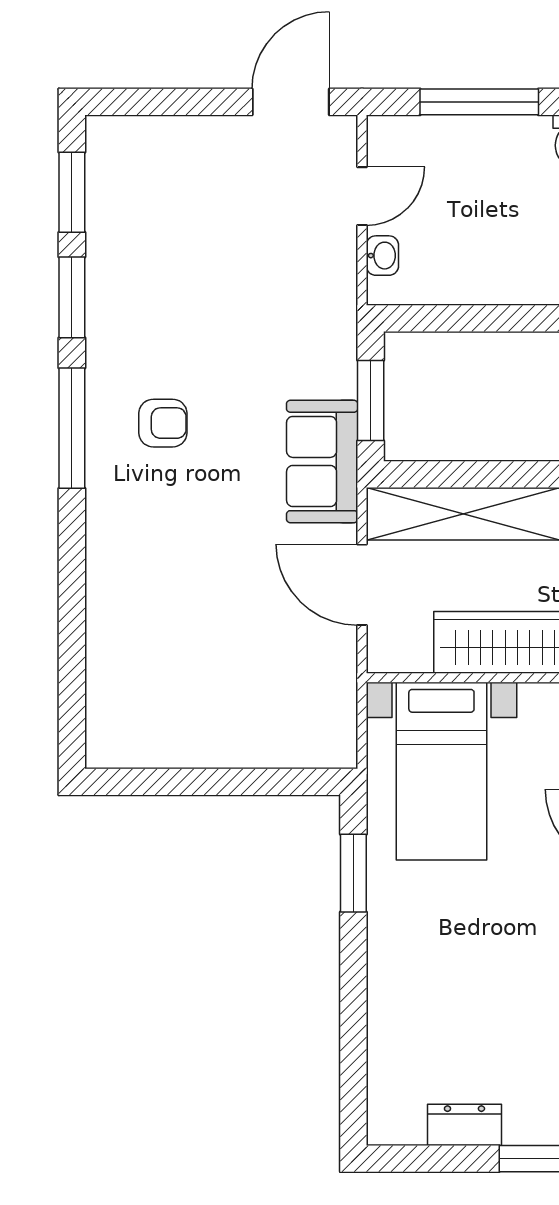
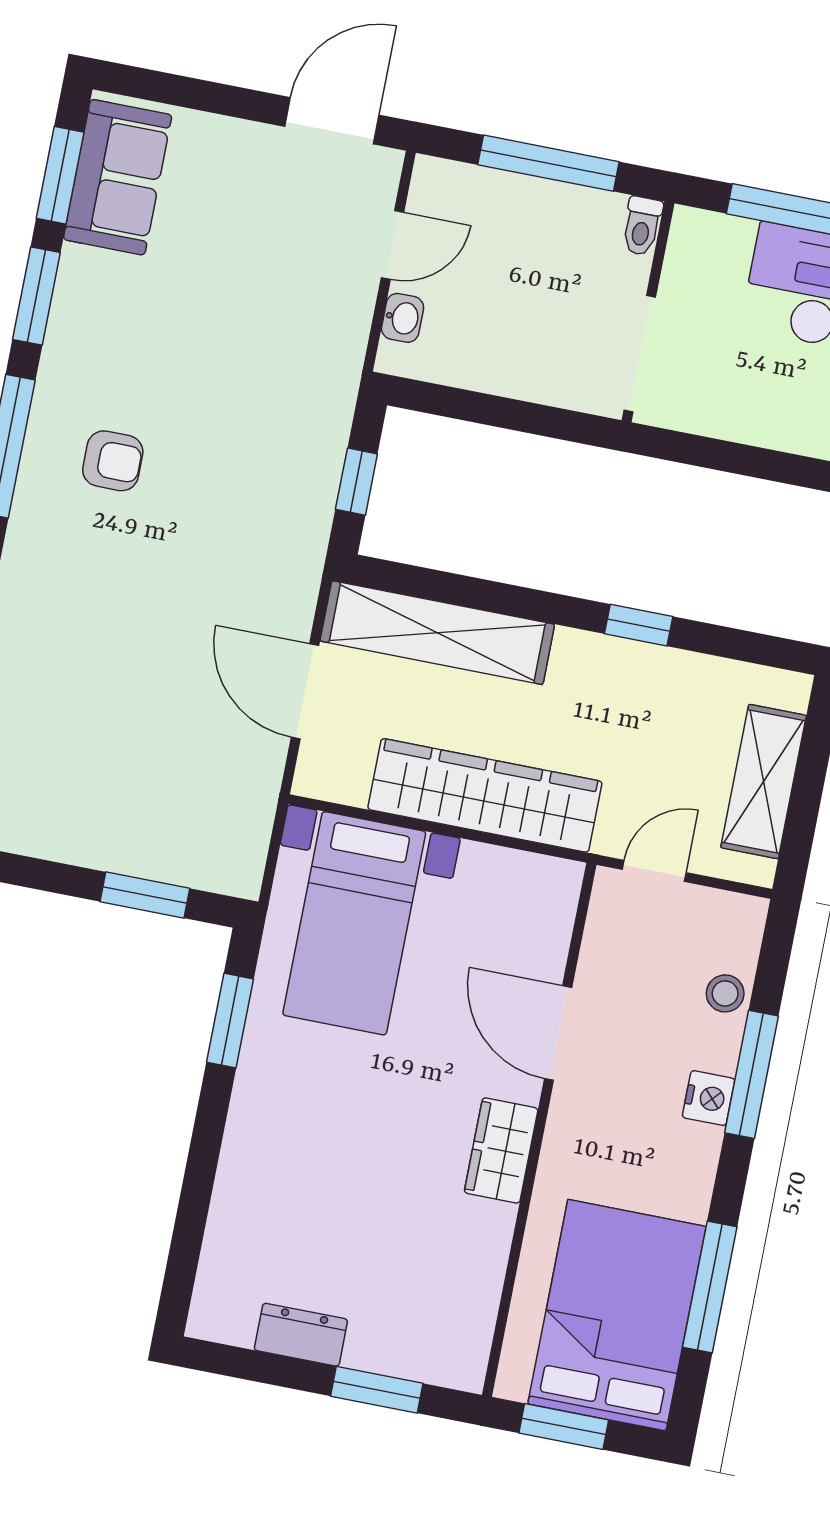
window: (371, 400) -> (356, 482), width x0.67
sofa: (322, 461) -> (118, 177), moved, turned 180
window: (261, 782) -> (145, 895), added

